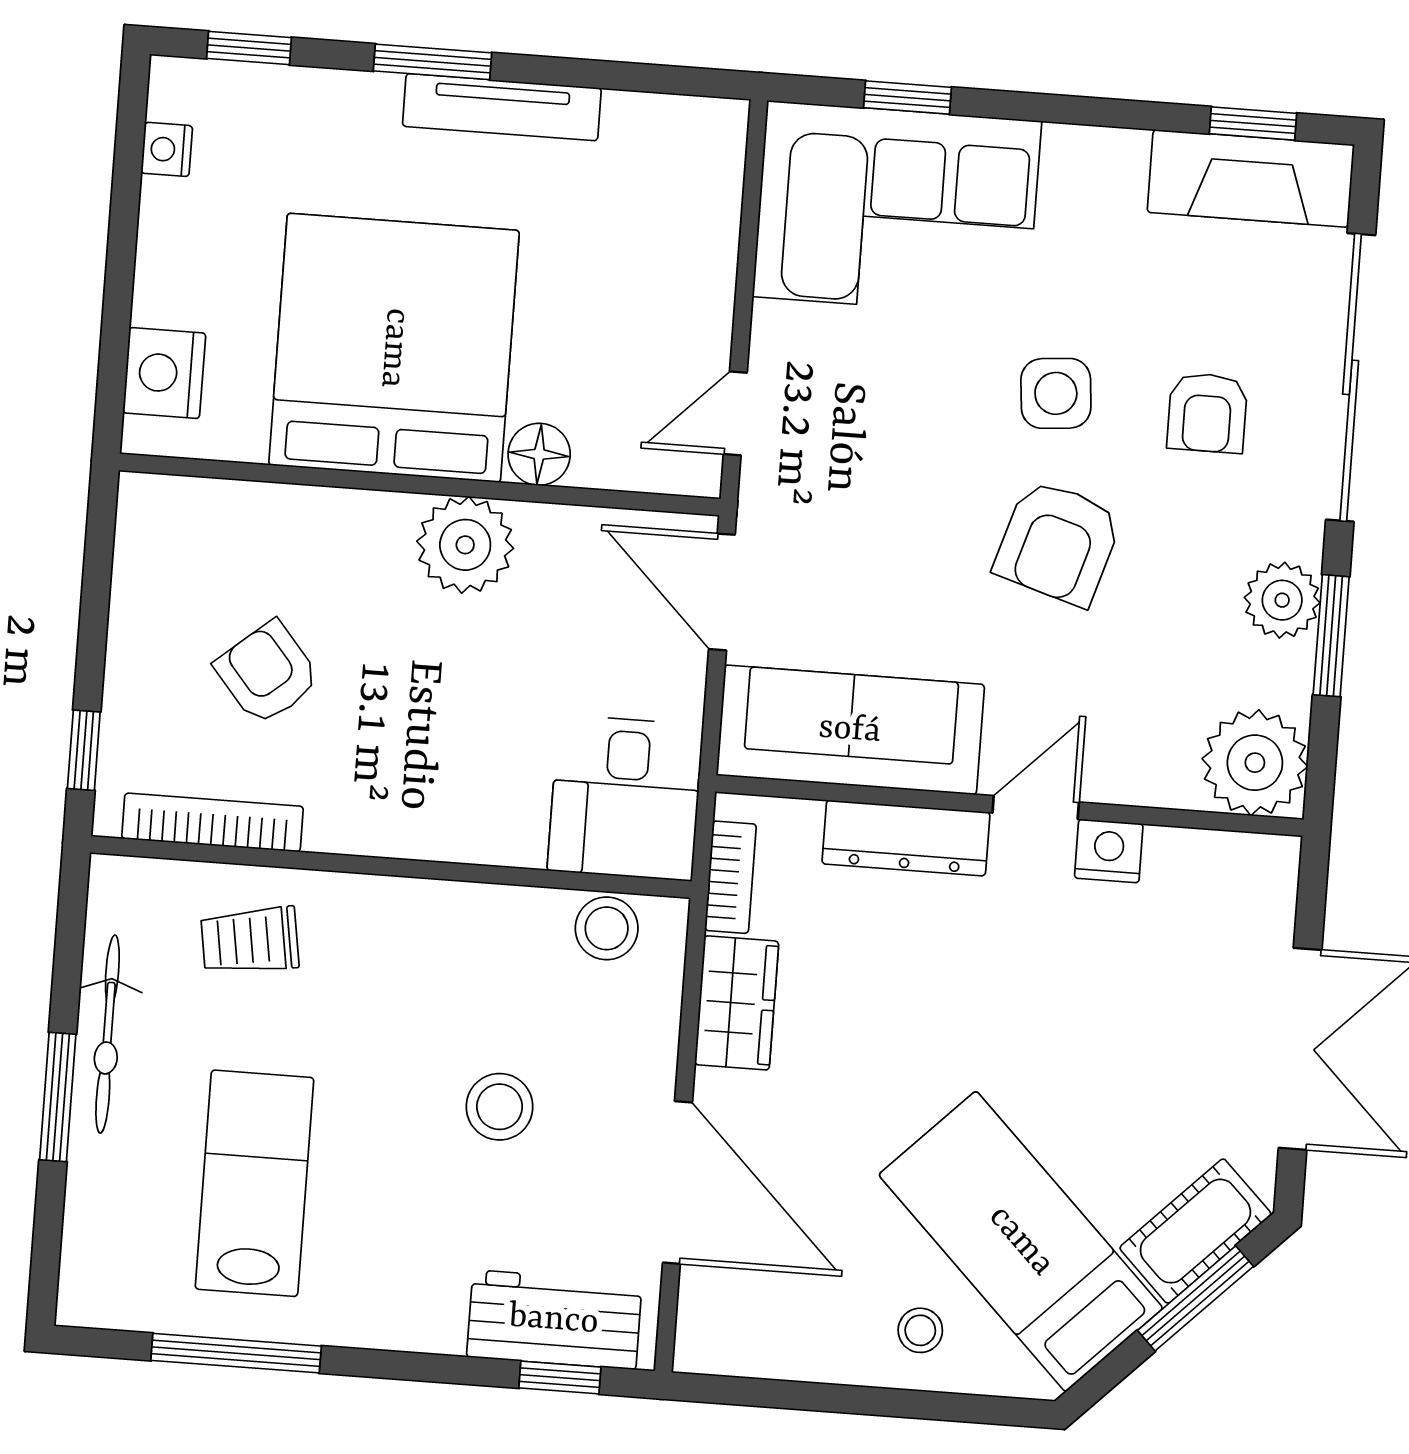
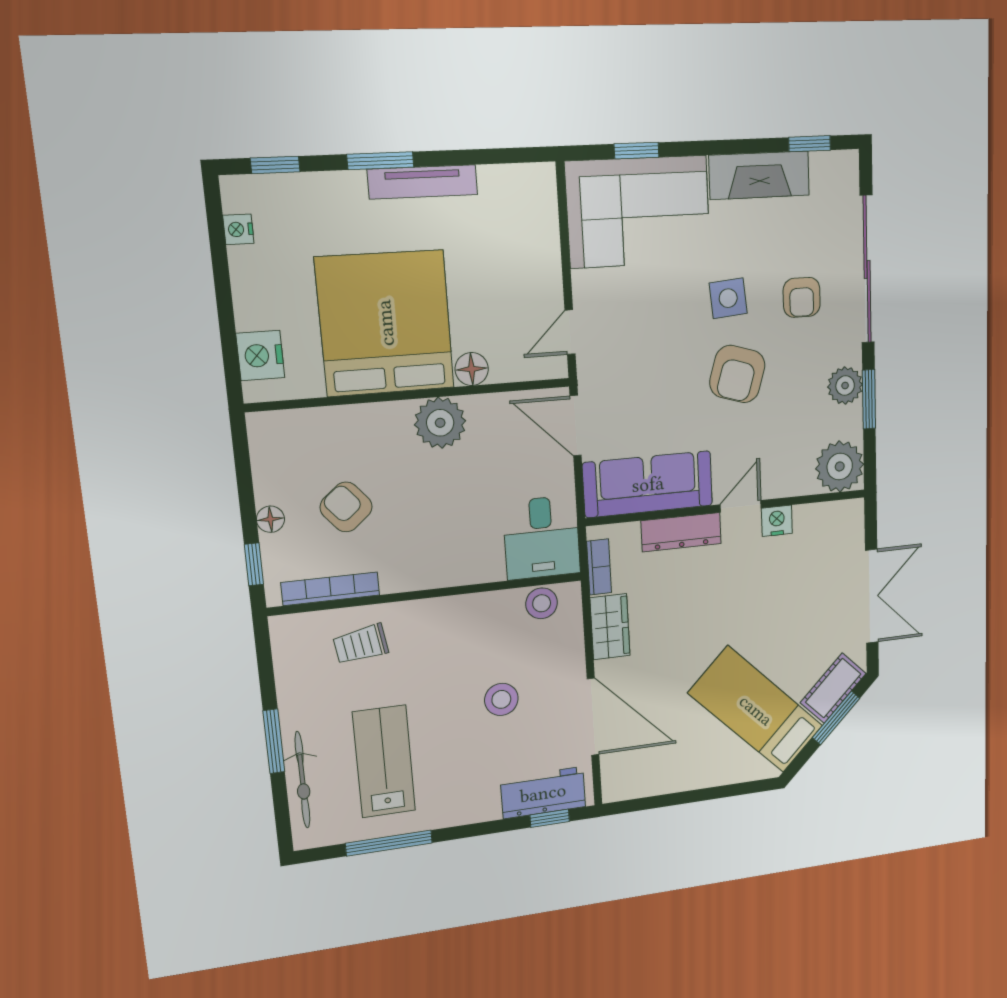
fireplace: (1251, 178) -> (759, 175), moved
floor lamp: (128, 672) -> (270, 519), added
bicycle: (108, 1034) -> (302, 780), moved
stool: (920, 1330) -> (715, 759), removed

